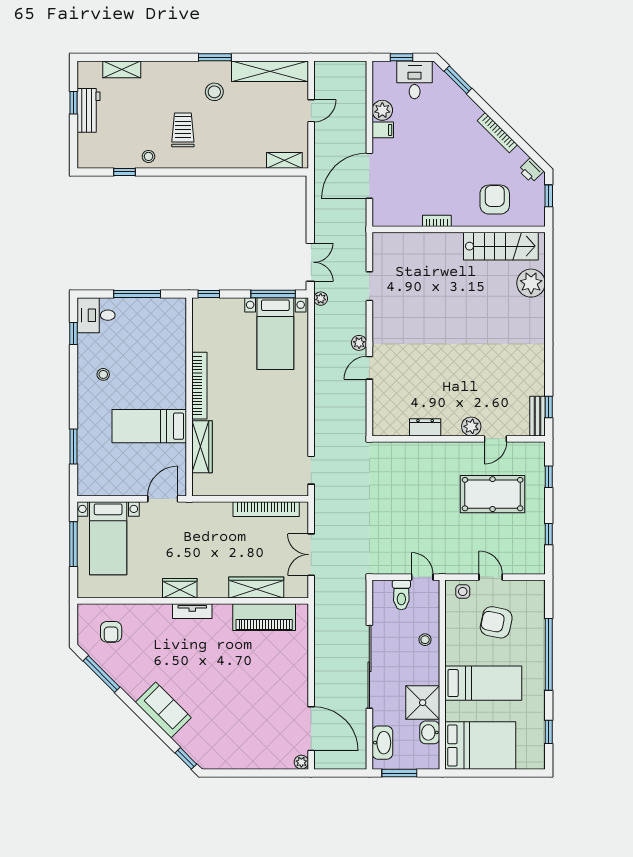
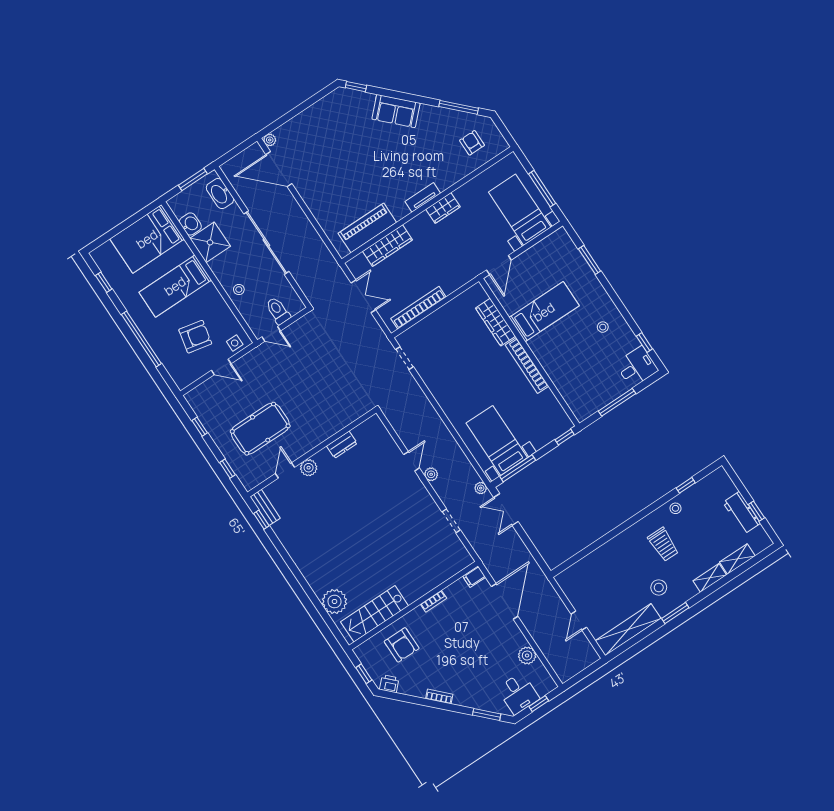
filing cabinet: (383, 130) -> (474, 577), moved
bookcase: (497, 133) -> (439, 697), width x0.64
shelving: (284, 160) -> (710, 578), moved

